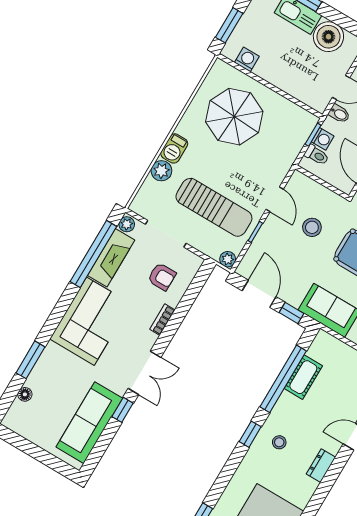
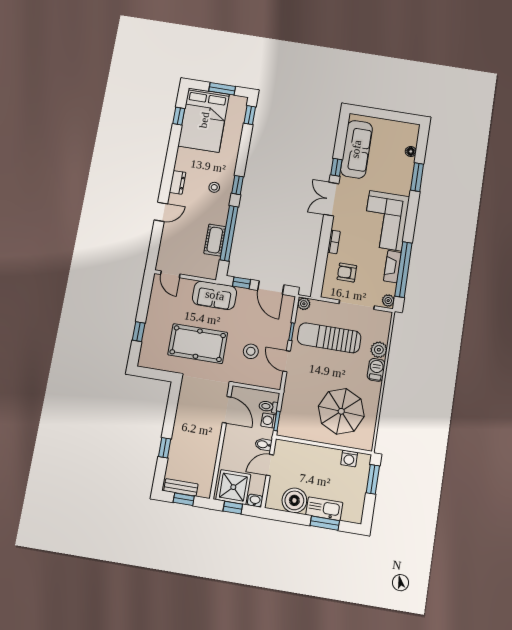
fireplace: (111, 258) -> (392, 267), width x0.73, depth x0.76

